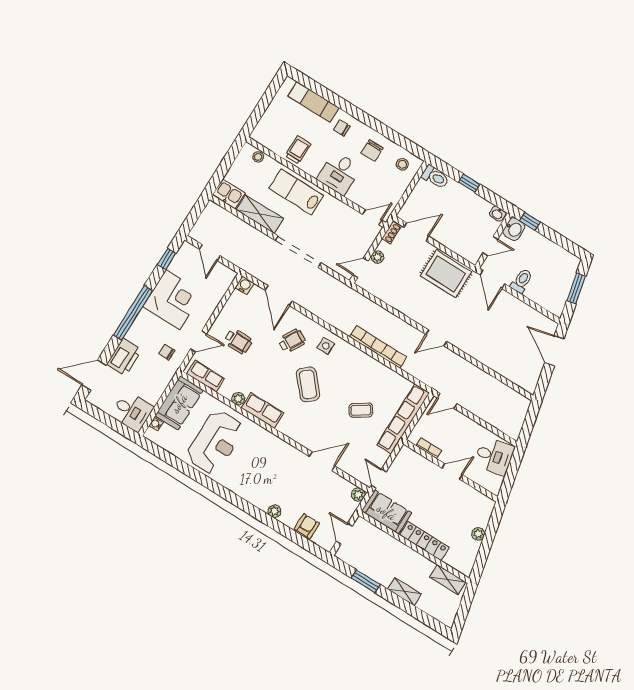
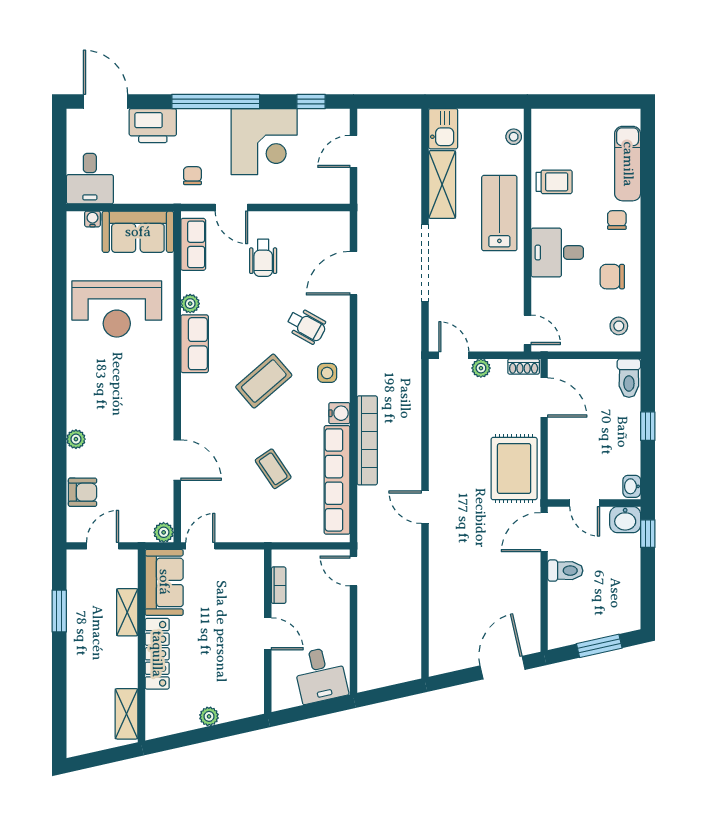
water cooler: (245, 285) -> (339, 413), moved
row of seats: (403, 419) -> (337, 480), moved, turned -90
shelving: (405, 592) -> (127, 612), moved

